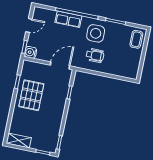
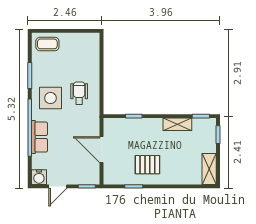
door: (29, 25) -> (58, 186), swing flipped
water cooler: (31, 52) -> (39, 177), moved
door: (60, 66) -> (101, 150), moved
pallet: (31, 95) -> (147, 165), width x0.67, depth x0.71
shelving: (57, 124) -> (177, 124), added

